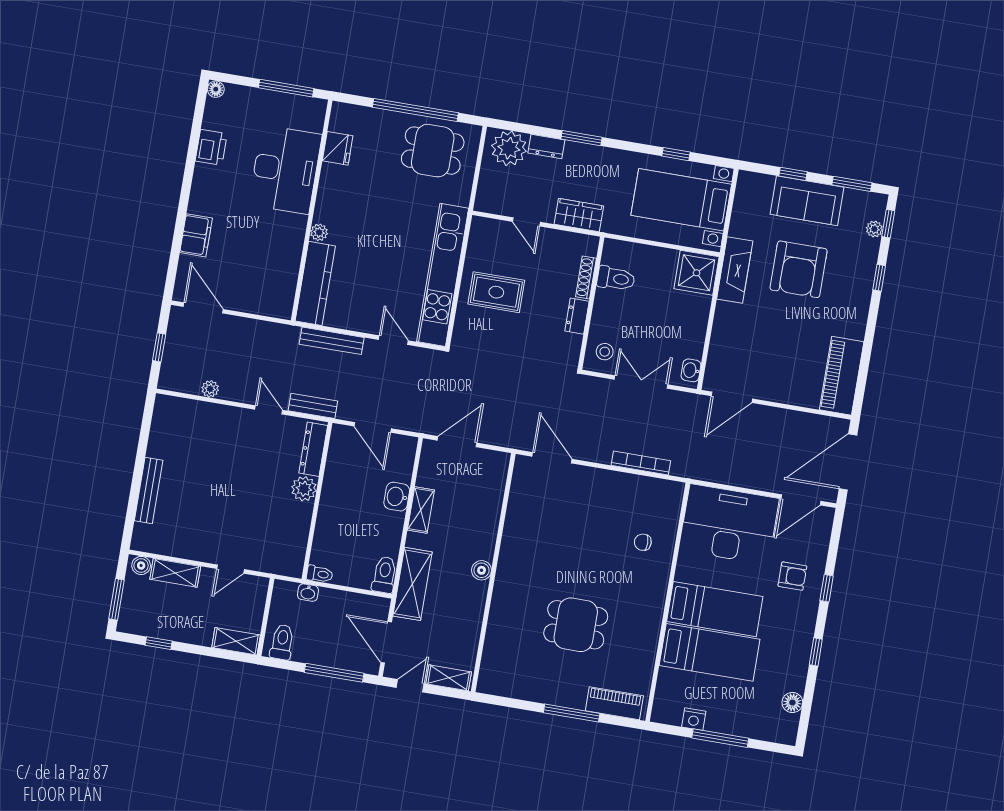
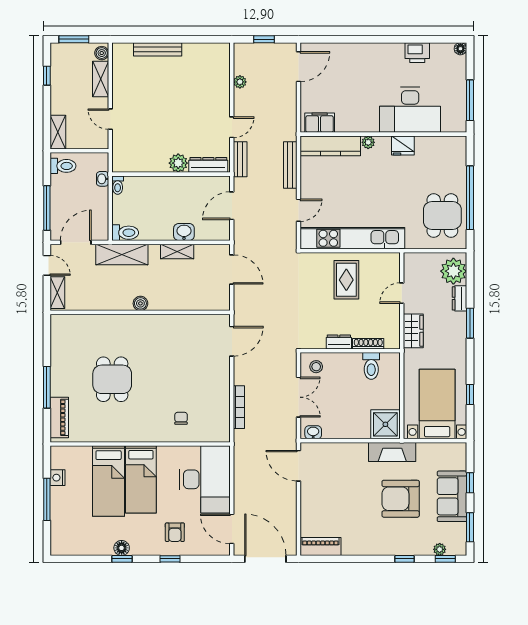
fridge: (338, 148) -> (403, 145), moved
filing cabinet: (196, 235) -> (320, 123), moved, turned 180
piano: (842, 376) -> (320, 546), width x0.73, depth x0.75
floor lamp: (792, 703) -> (122, 548), moved

